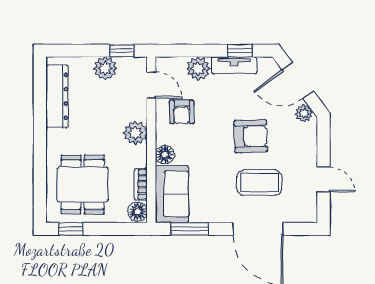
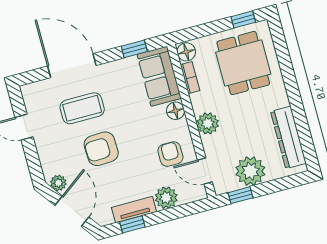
plant: (105, 68) -> (250, 171), width x1.36, depth x1.36
door: (298, 81) -> (72, 211), hinge flipped
window: (190, 229) -> (134, 49), width x0.67

